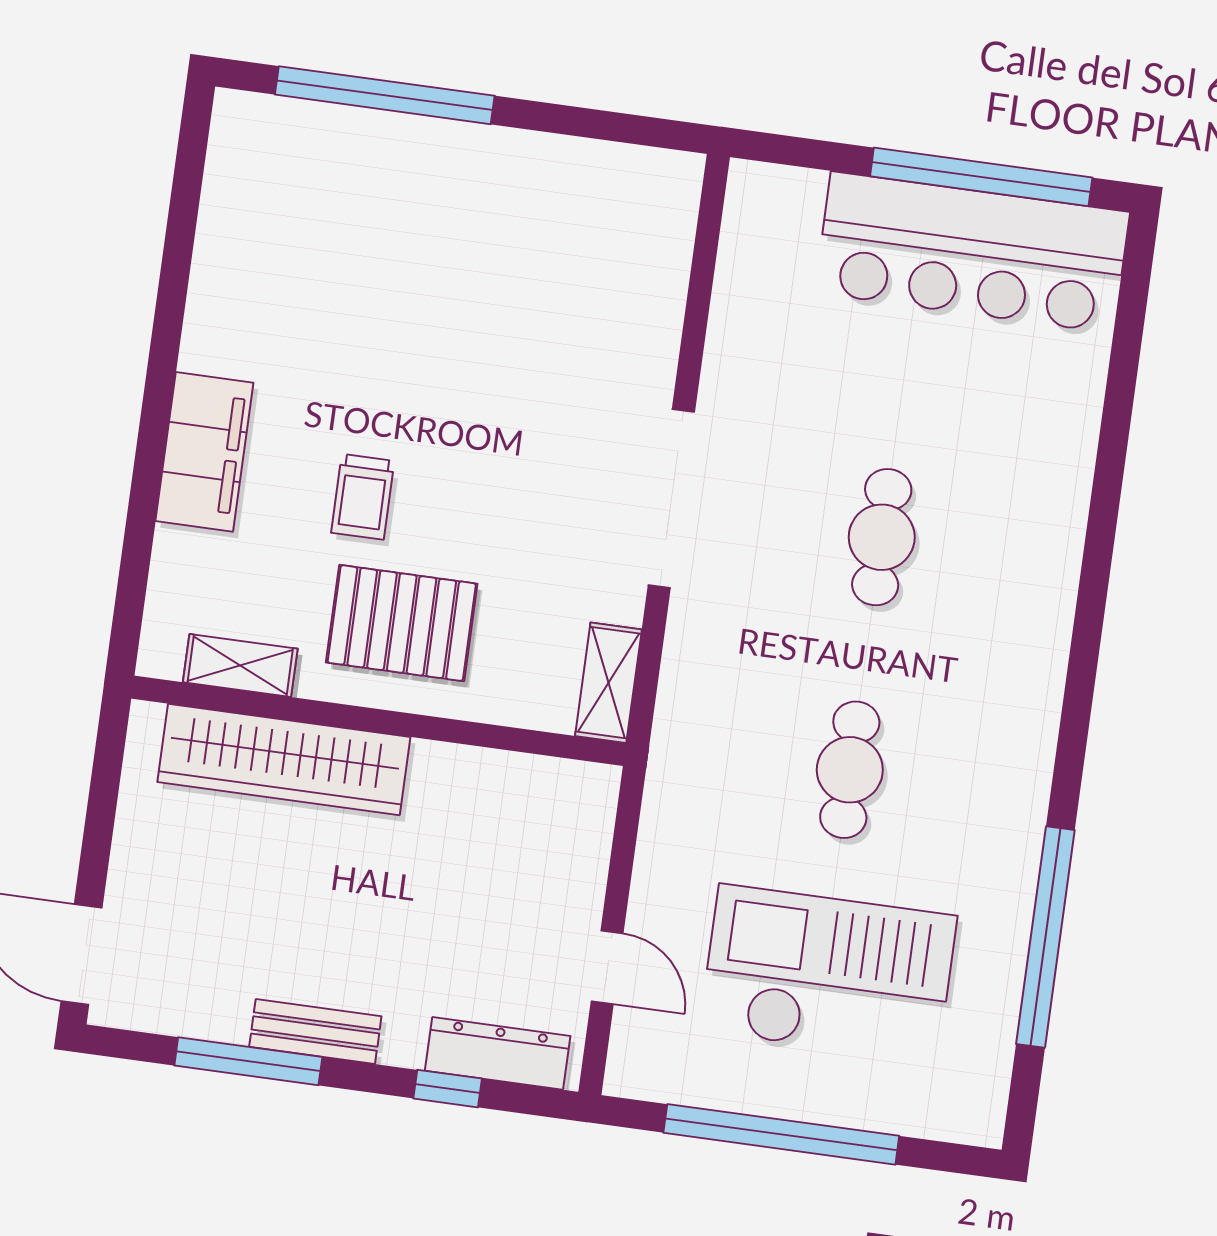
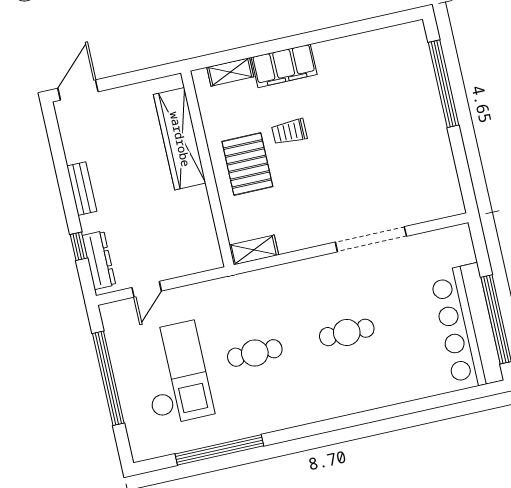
doorway: (671, 499) -> (371, 239), moved
shelving: (240, 665) -> (230, 72), moved, turned 90
window: (248, 1061) -> (61, 168), removed

